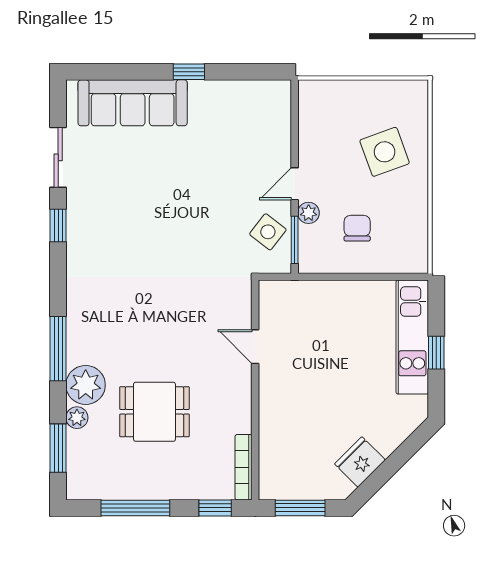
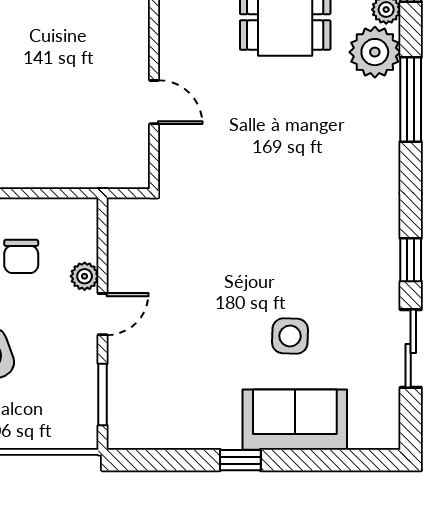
sofa: (133, 103) -> (295, 420), width x0.73
side table: (268, 232) -> (290, 336), moved, turned -36
window: (295, 240) -> (103, 395), moved

